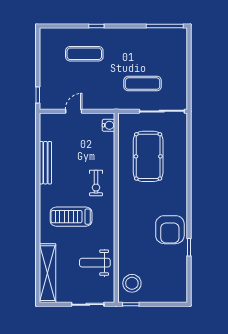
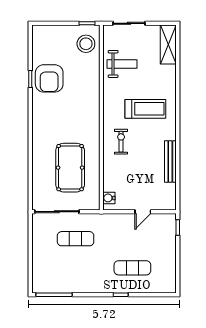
armchair: (170, 230) -> (49, 78), moved, turned 180
shelving: (48, 273) -> (168, 45), width x0.68

